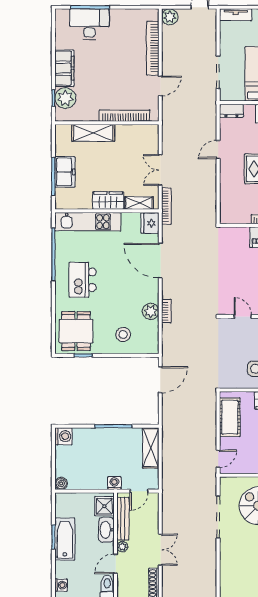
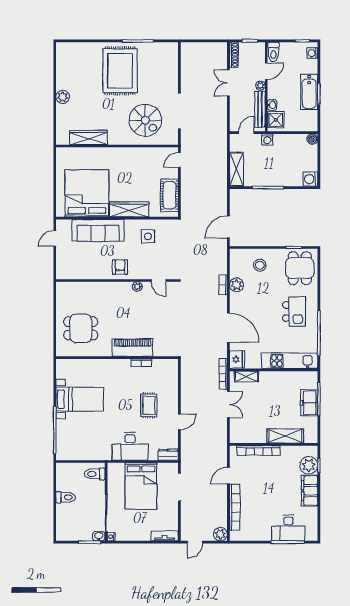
wardrobe: (108, 201) -> (273, 379), removed
washbasin: (106, 530) -> (272, 105), width x0.52, depth x0.69

